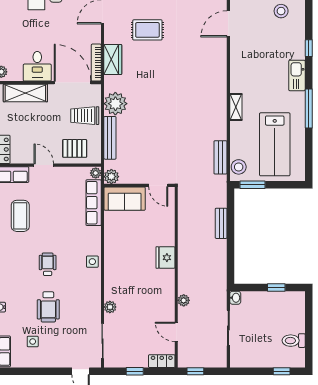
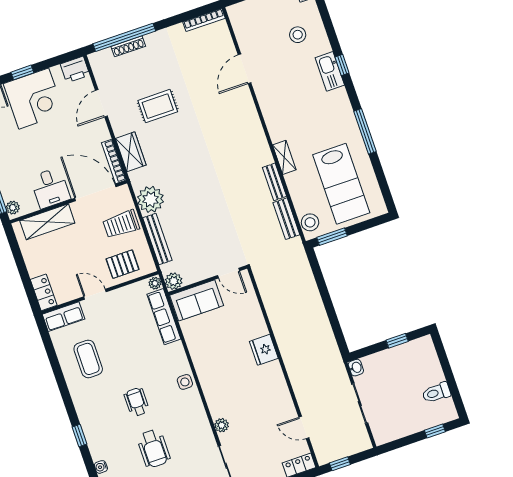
kitchen sink: (297, 75) -> (330, 71), moved
bench: (221, 223) -> (275, 182), moved
plant: (184, 300) -> (300, 390), removed

